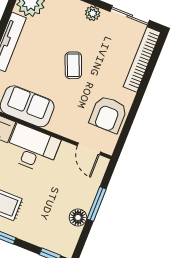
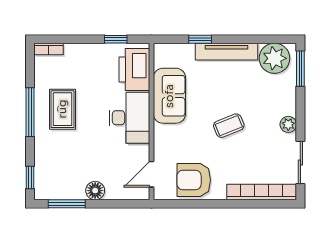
window: (97, 204) -> (67, 204), moved
floor lamp: (78, 217) -> (95, 191), moved

